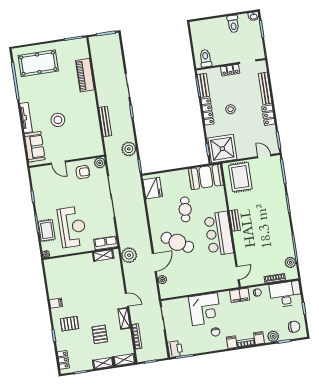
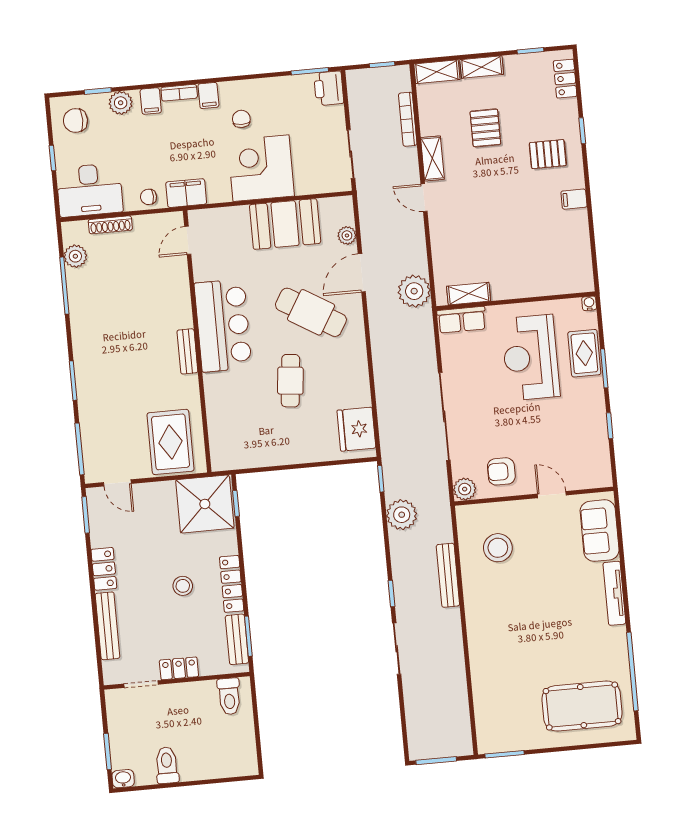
piano: (85, 75) -> (485, 675), removed
stool: (58, 120) -> (498, 548), moved
booth: (206, 177) -> (285, 224), moved

